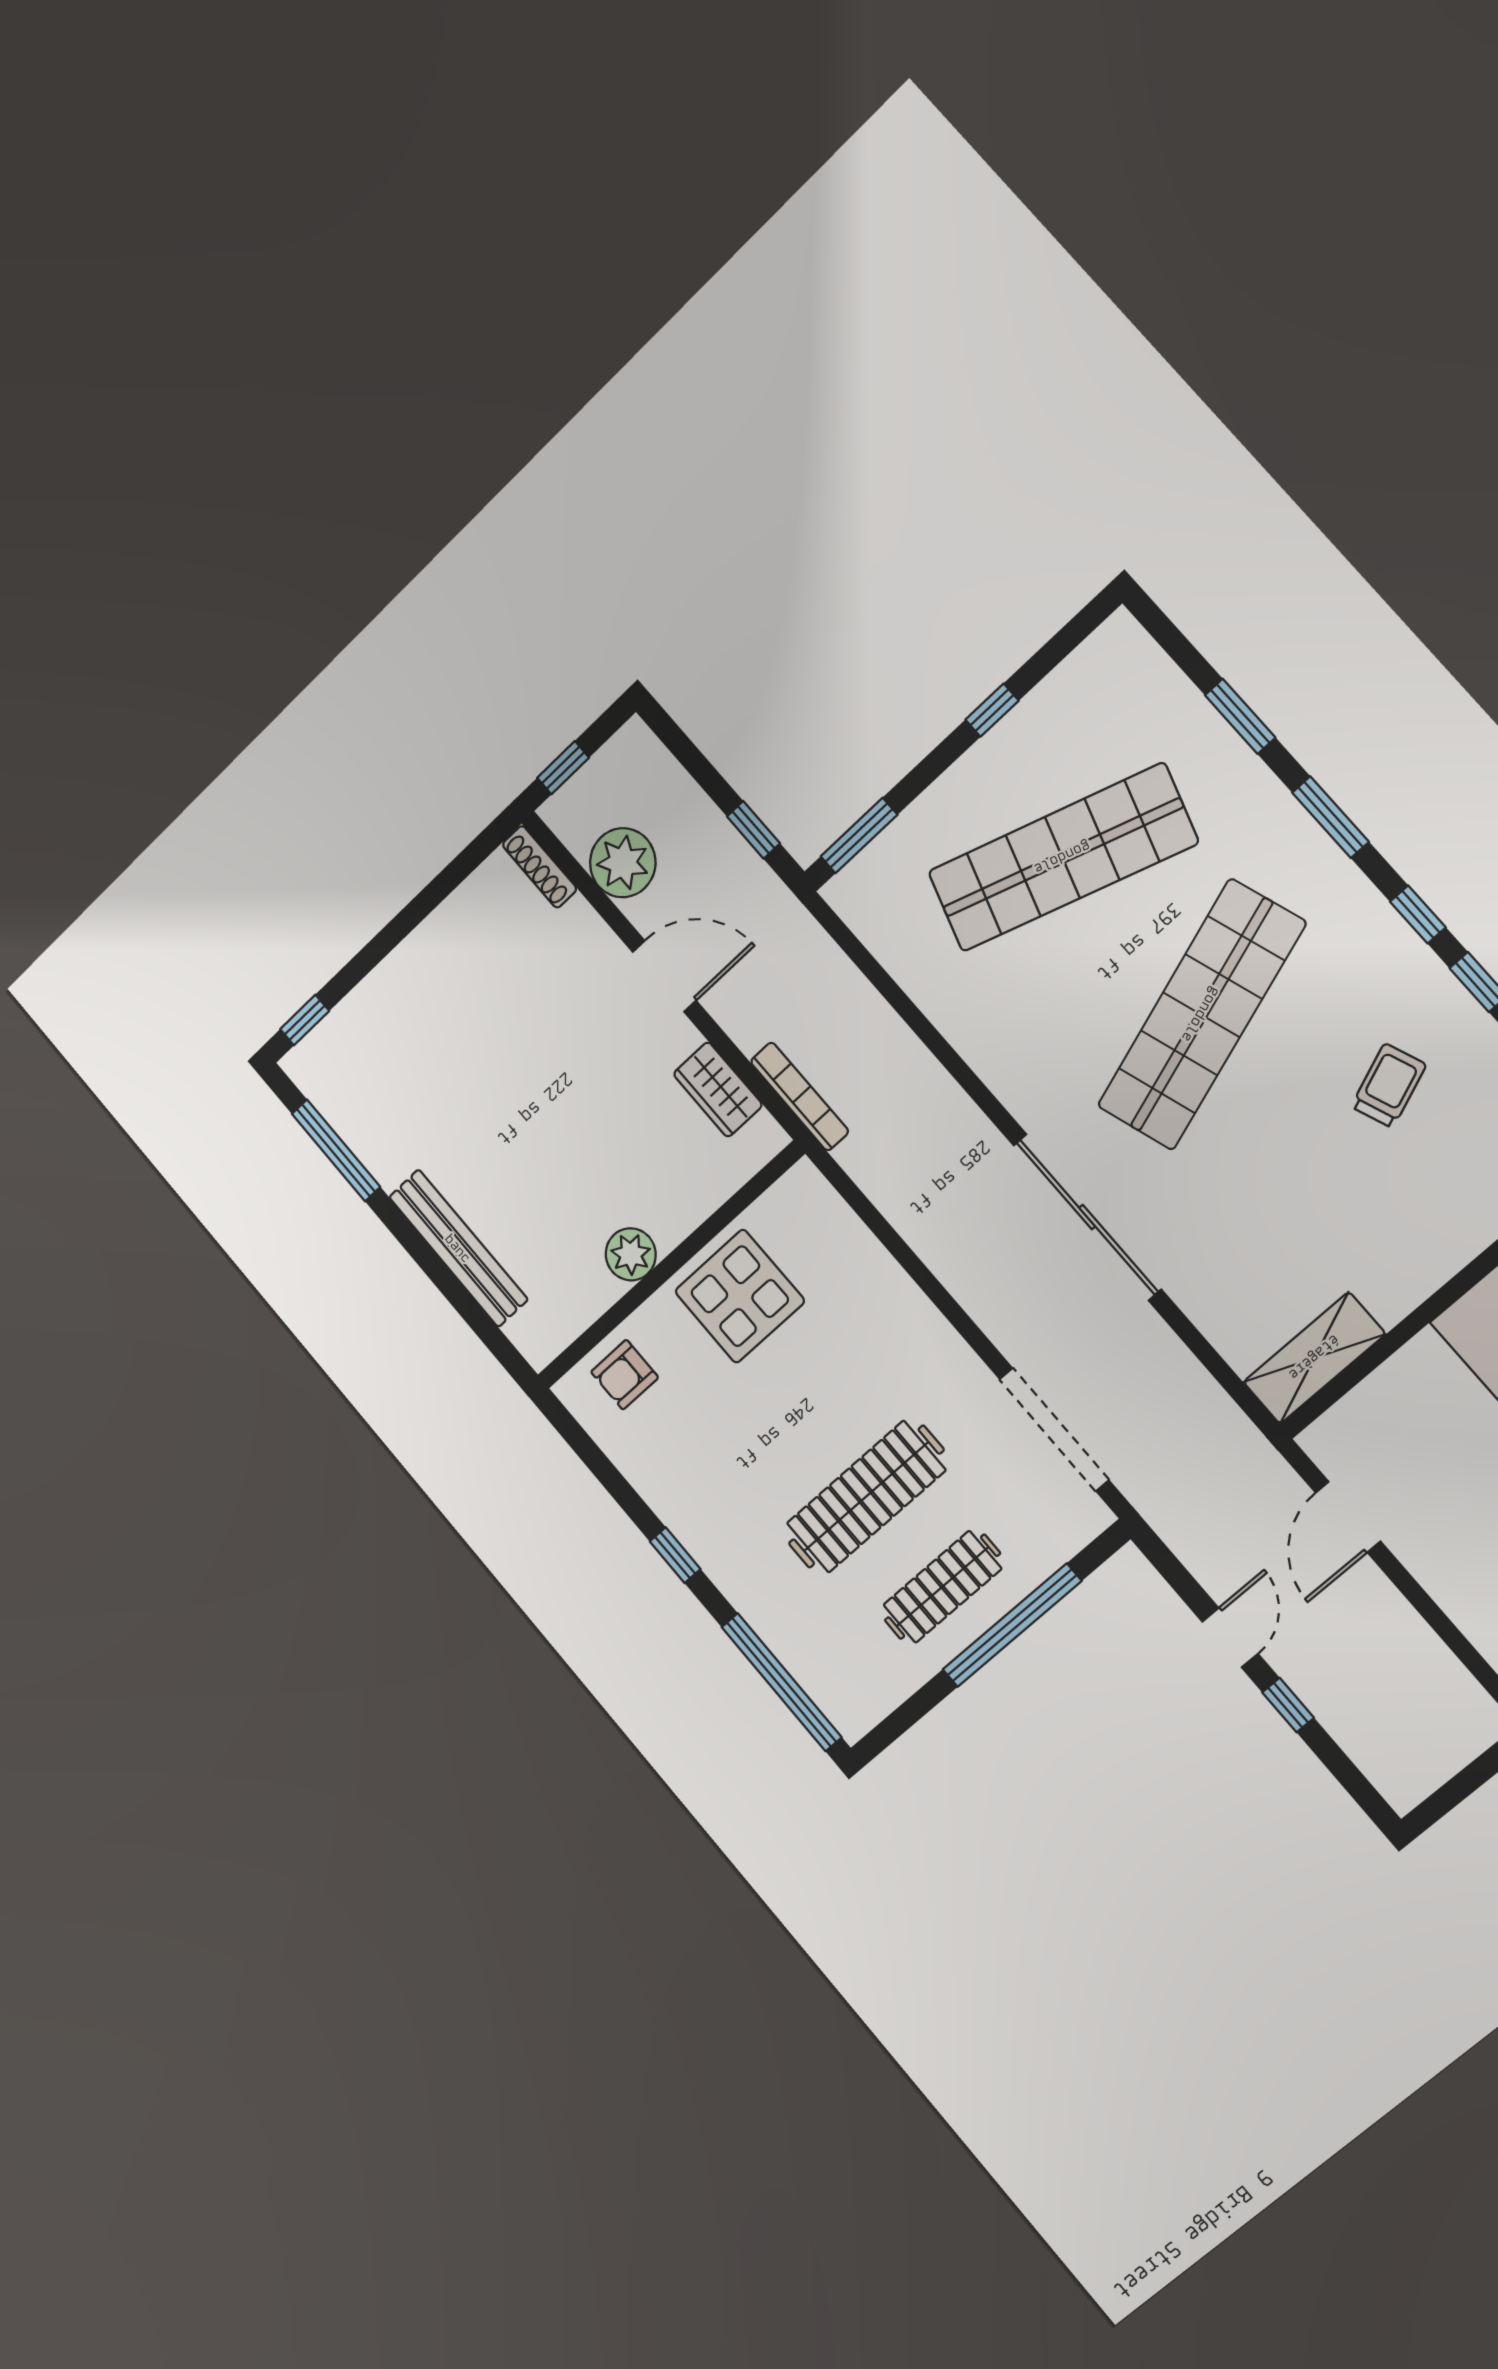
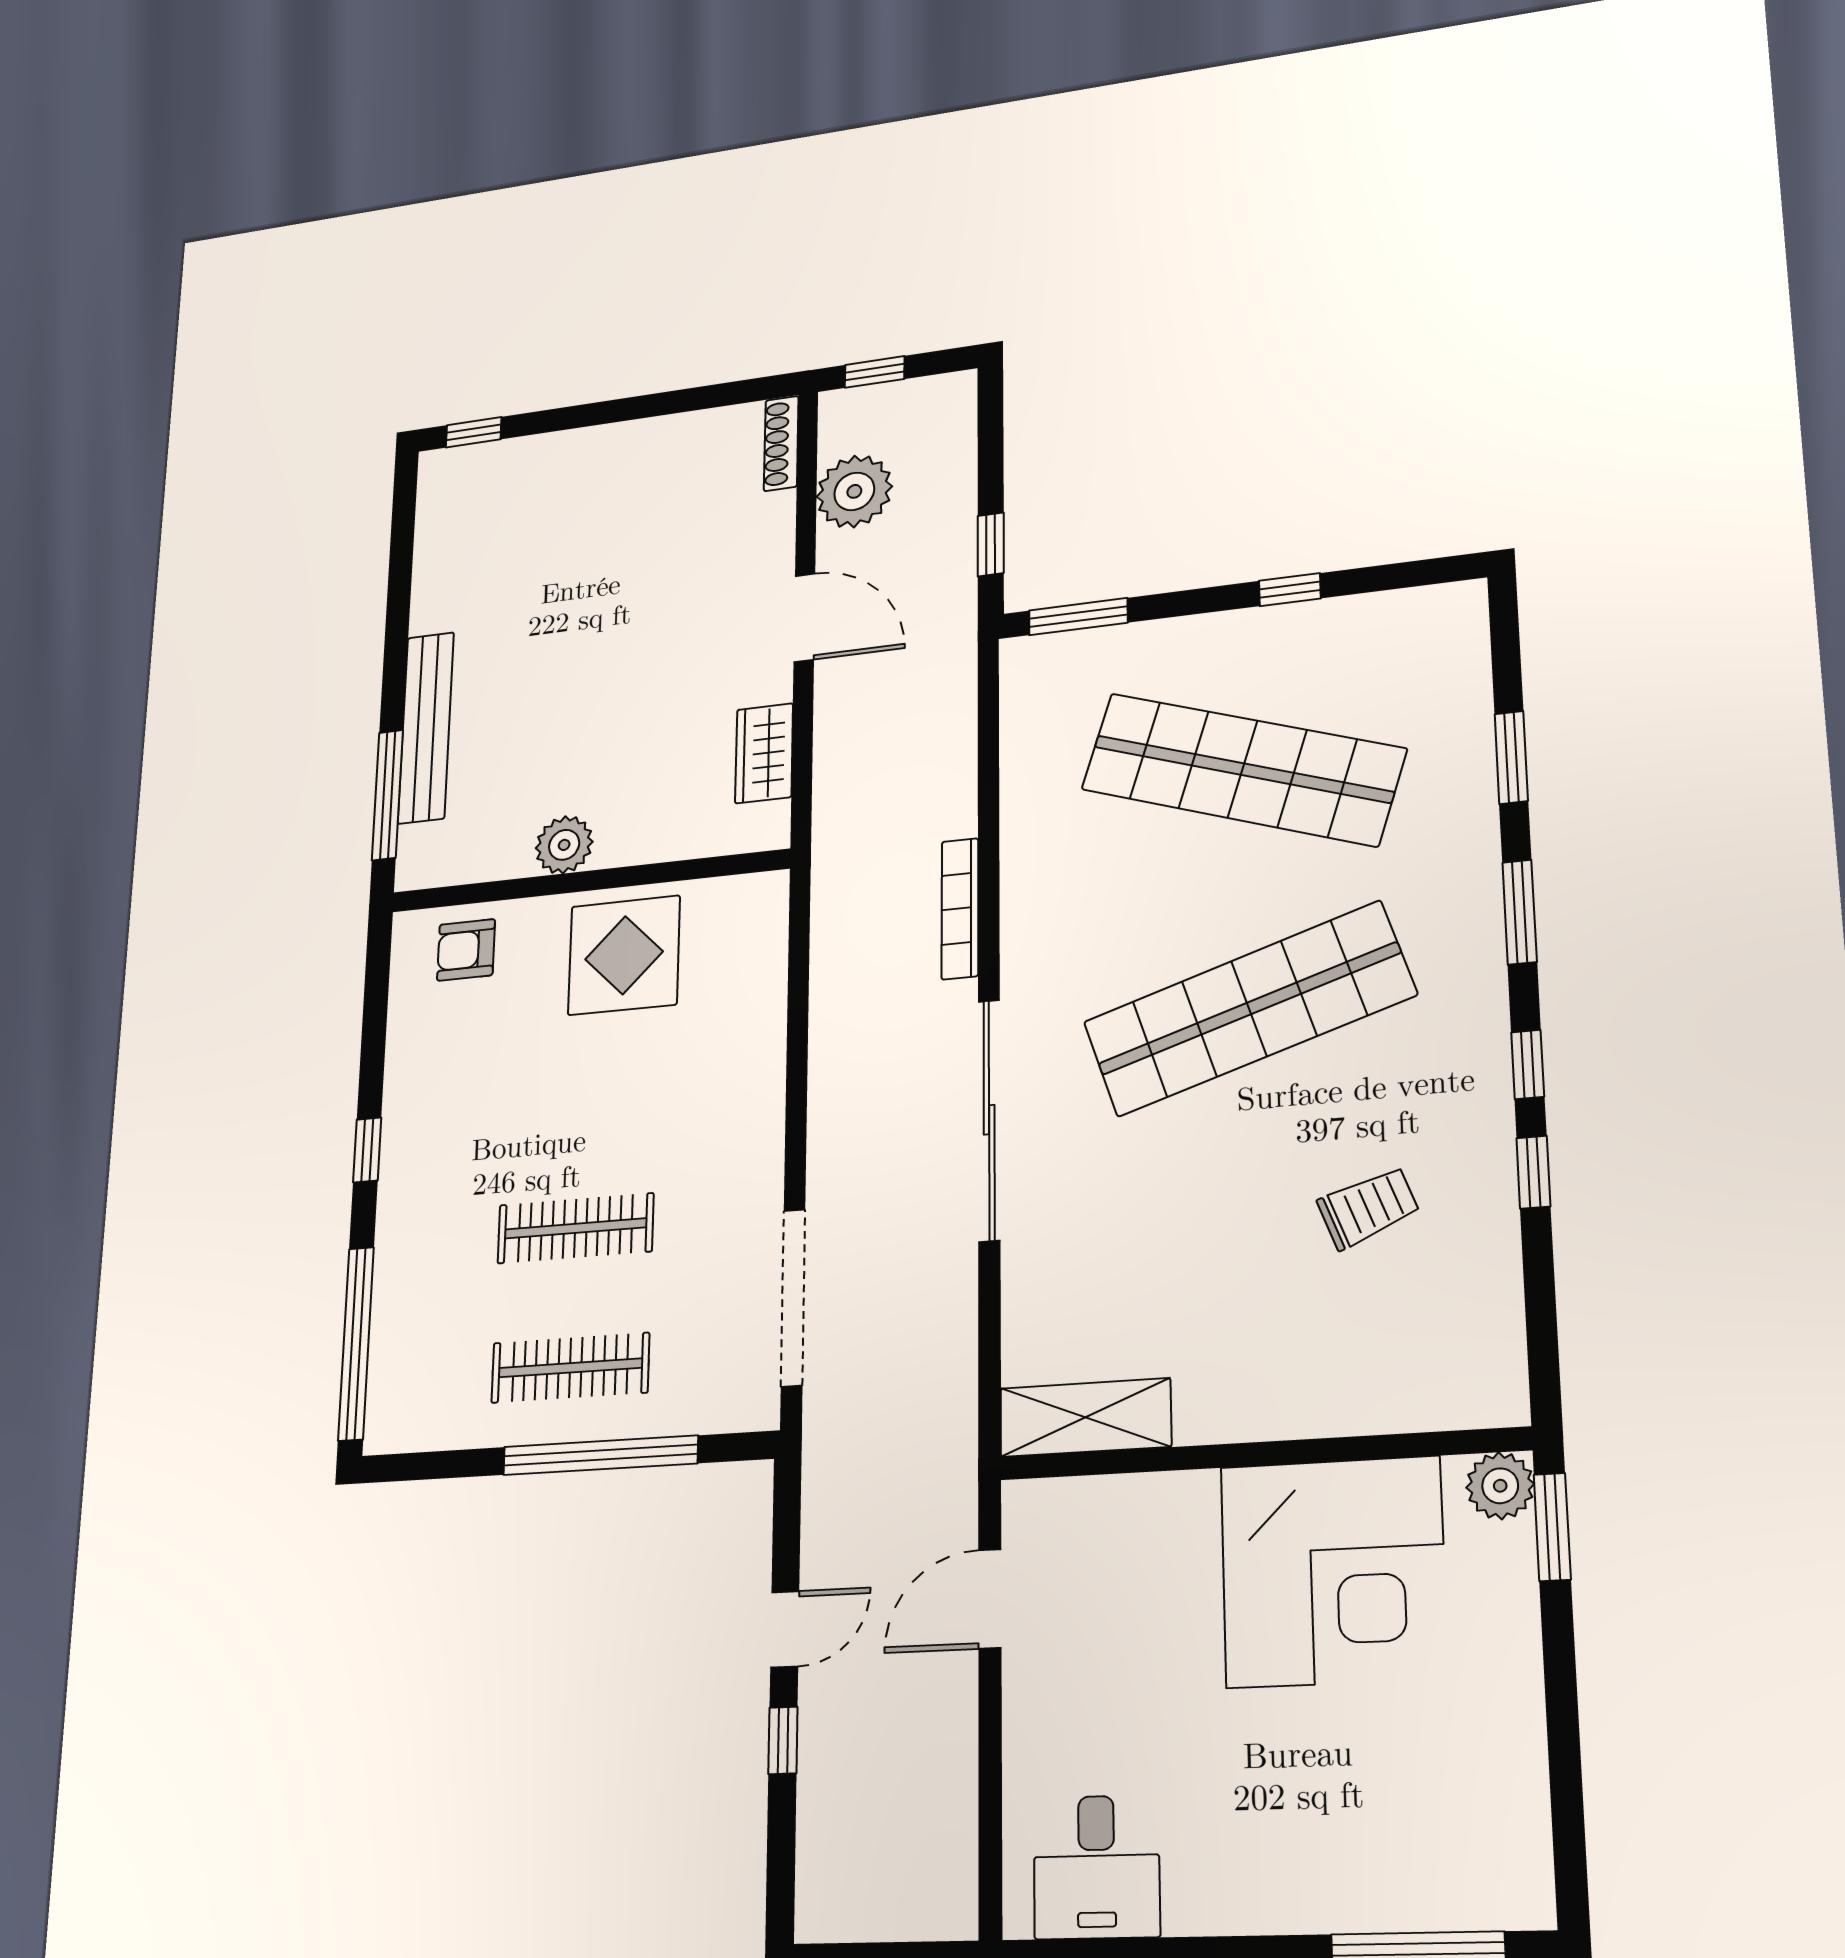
bookcase: (800, 1096) -> (960, 909), moved, turned 180
window: (336, 1150) -> (388, 795), moved
clothes rail: (866, 1497) -> (575, 1228), width x0.73, depth x0.76

